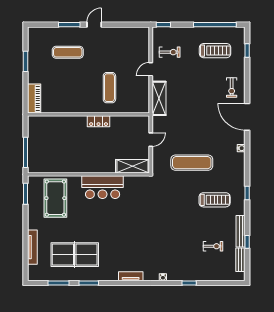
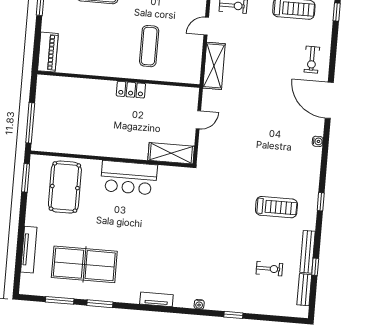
exercise mat: (192, 163) -> (250, 155), removed

